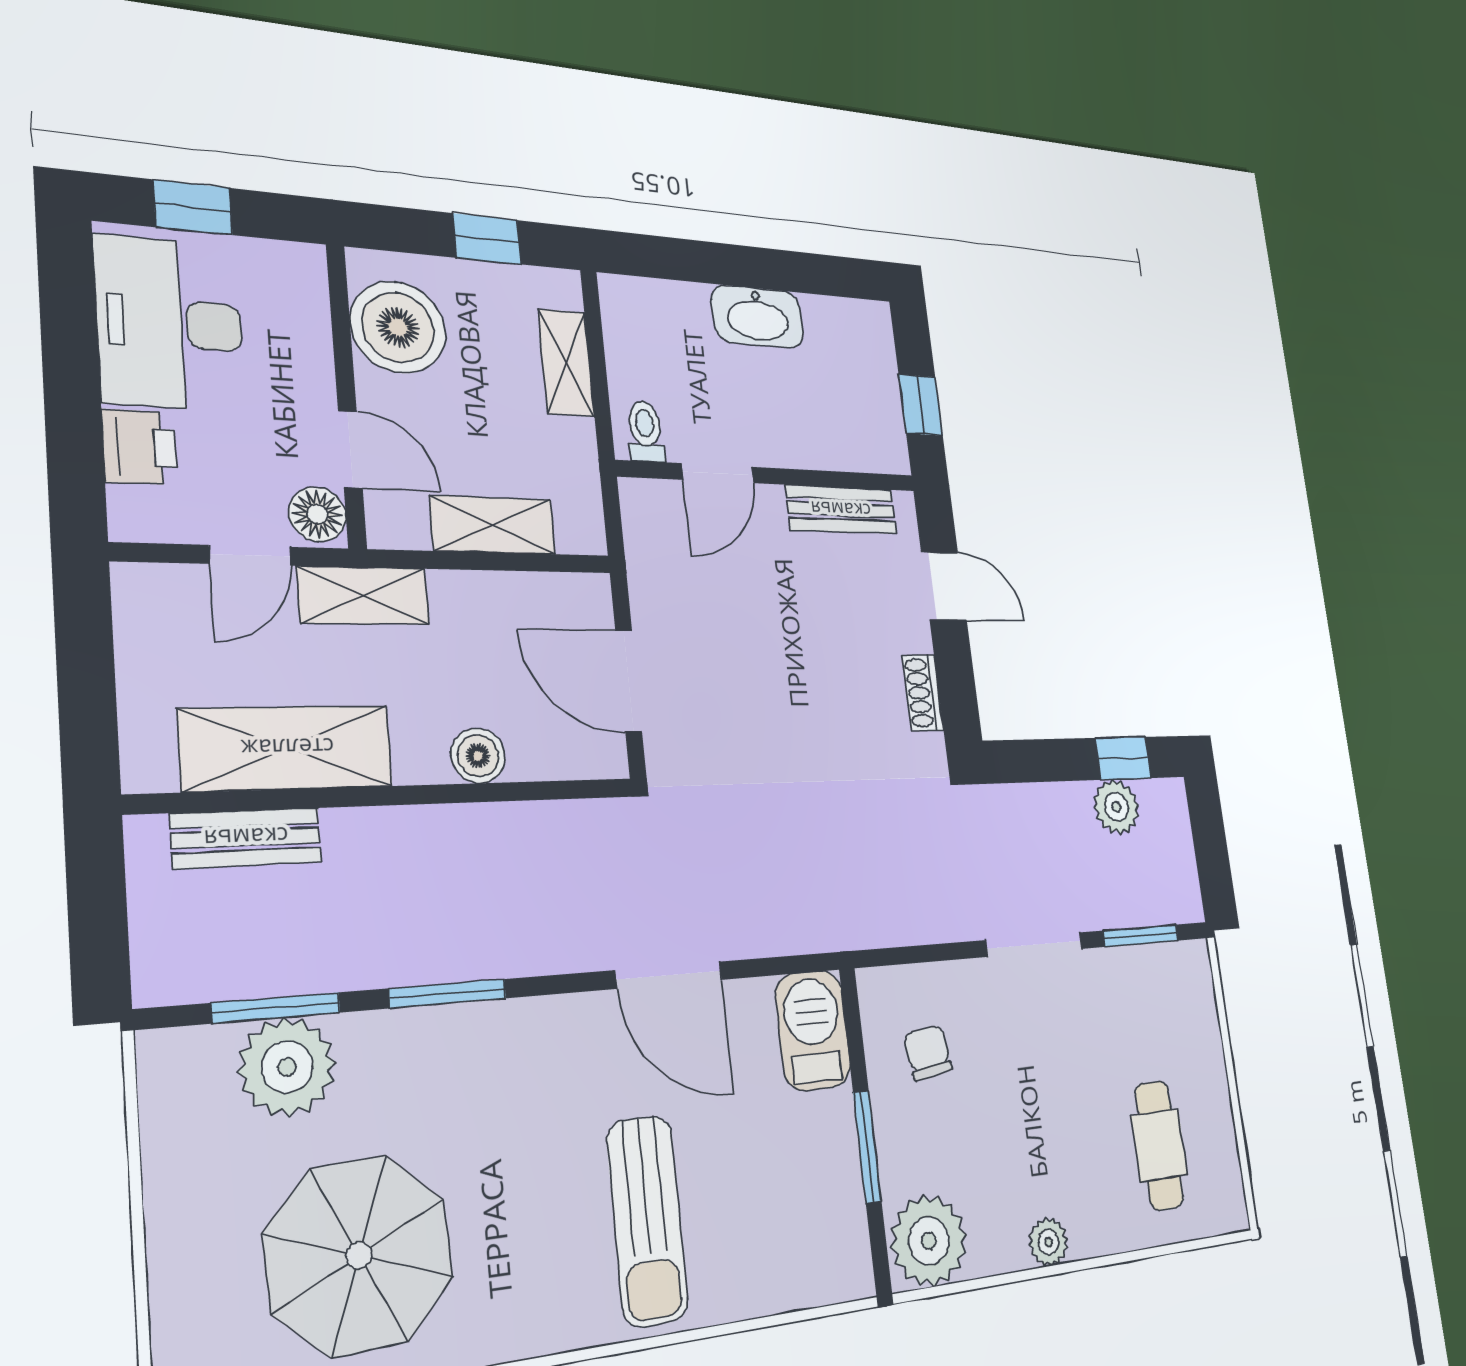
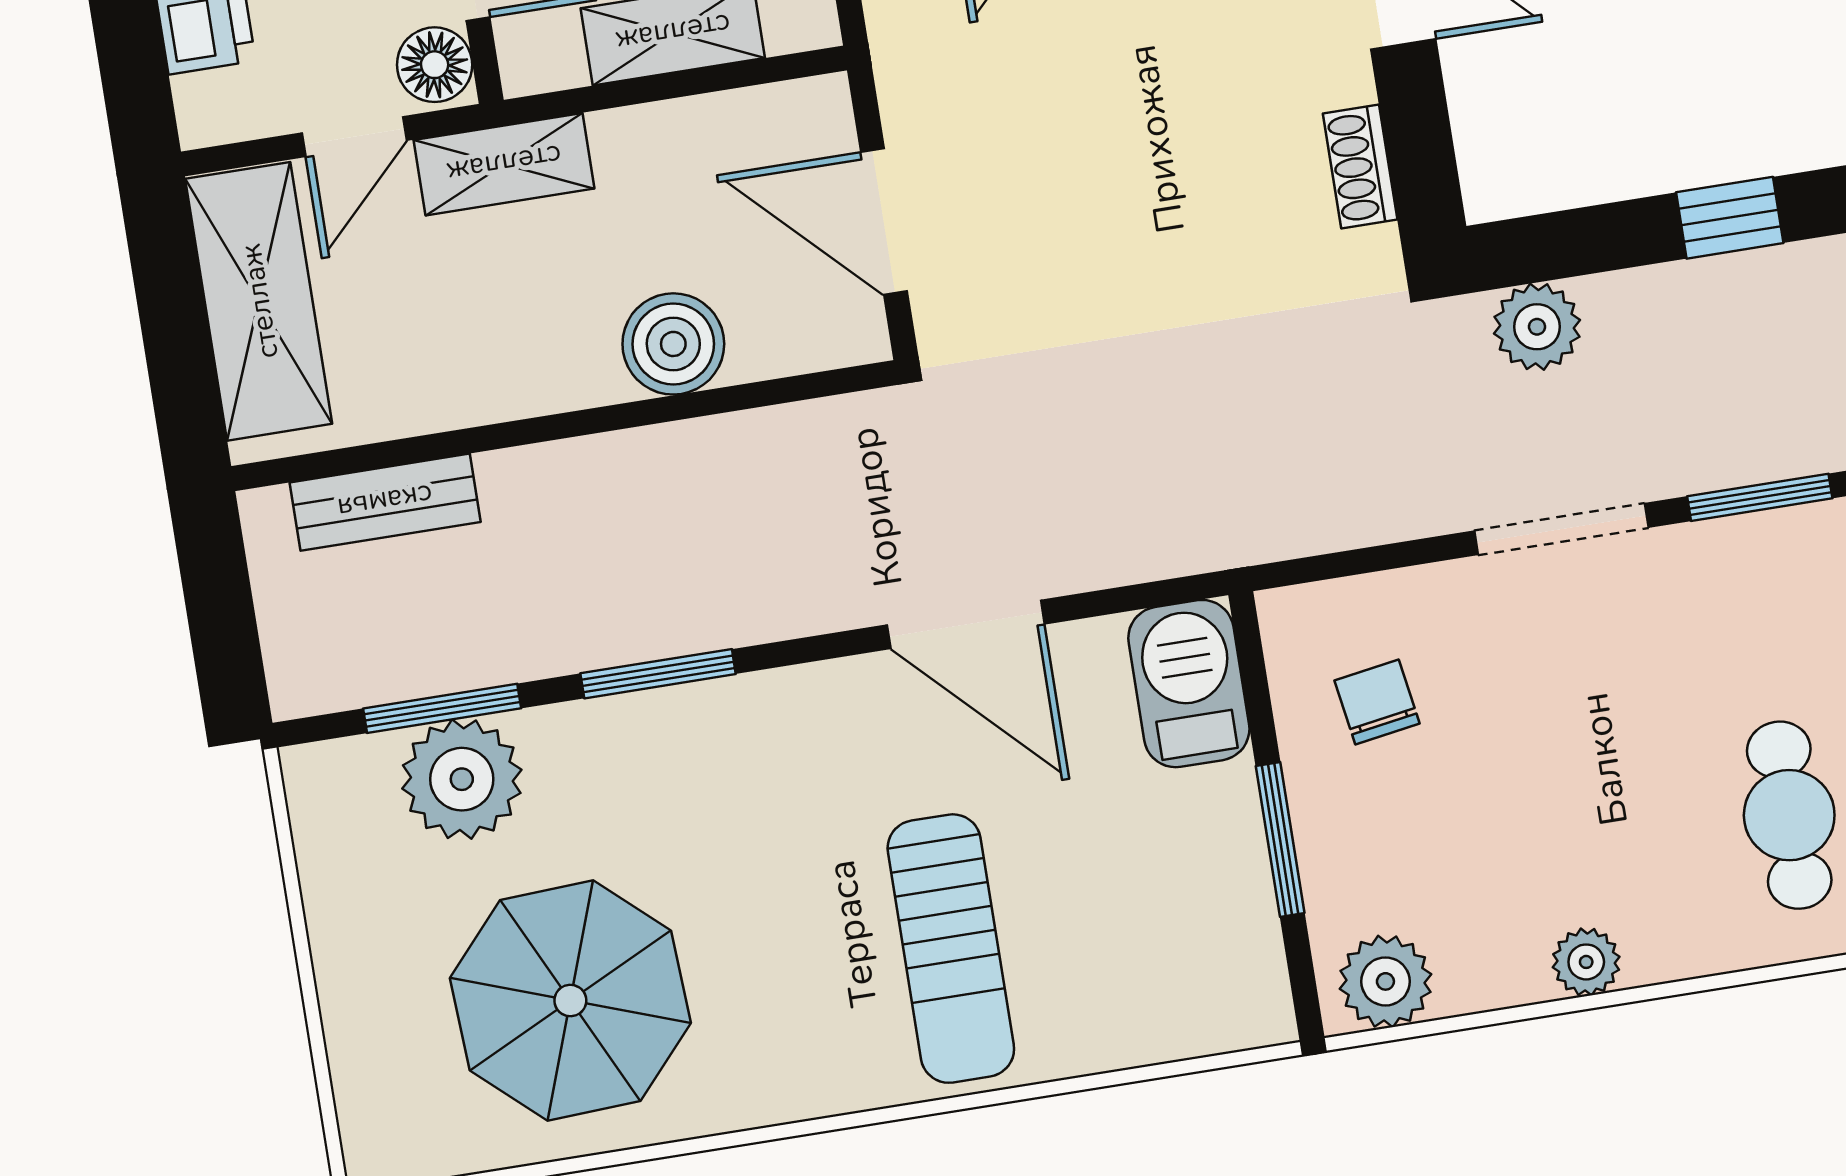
shelving: (287, 748) -> (259, 301), moved, turned 90
boiler: (478, 756) -> (673, 344), width x1.36, depth x1.36
plant: (1116, 807) -> (1537, 327), moved
plant: (929, 1241) -> (1385, 981), width x0.73, depth x0.73

